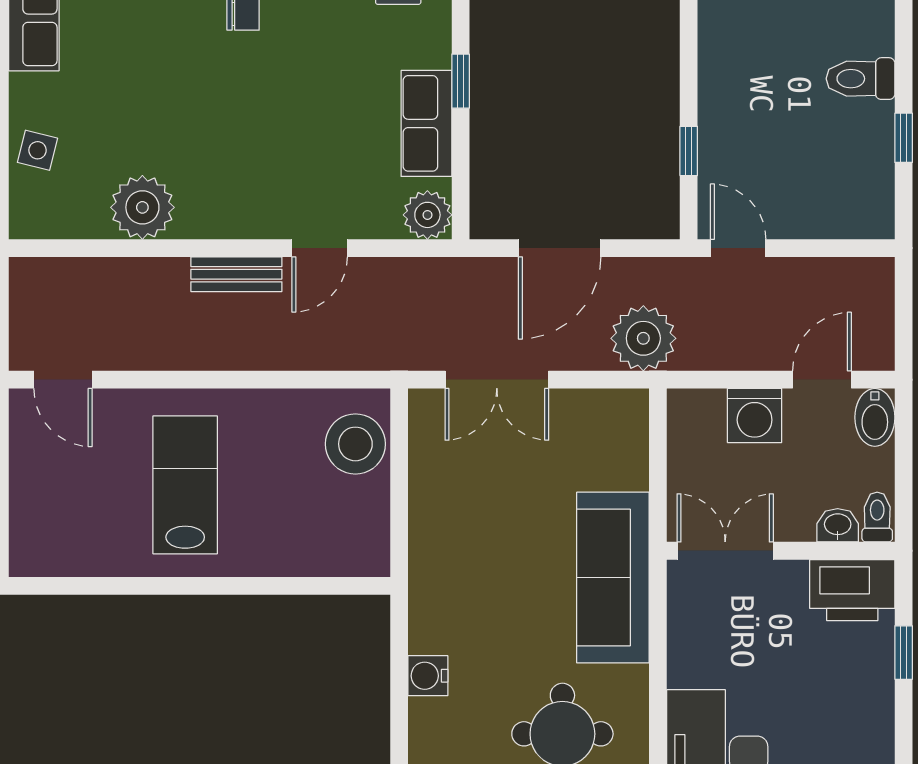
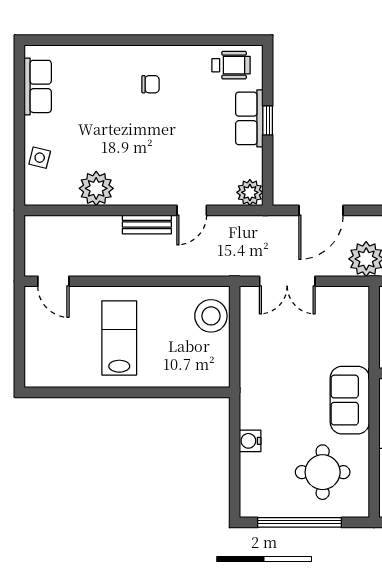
row of seats: (426, 123) -> (249, 118), moved
sofa: (613, 578) -> (350, 400), width x0.73

